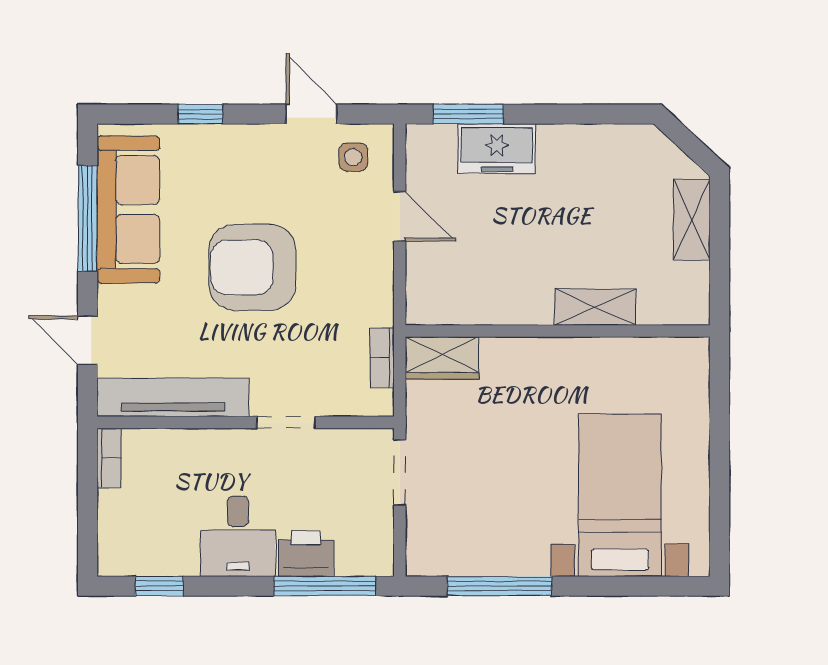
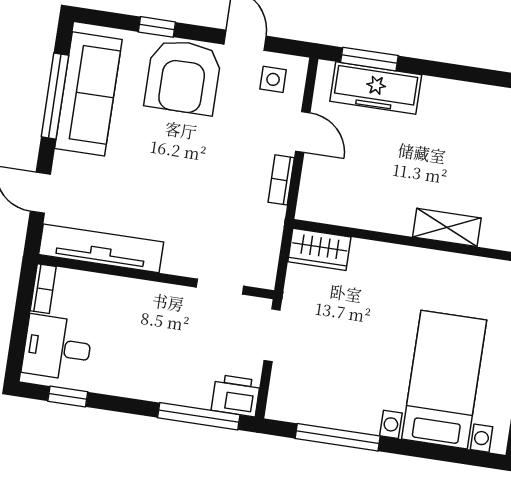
freezer: (497, 149) -> (376, 88), width x1.40
armchair: (252, 267) -> (183, 77), moved, turned -90
bookcase: (382, 358) -> (281, 180), moved
doorway: (286, 422) -> (220, 287), moved
desk: (238, 536) -> (57, 348), moved, turned 90
printer: (306, 554) -> (236, 396), moved

